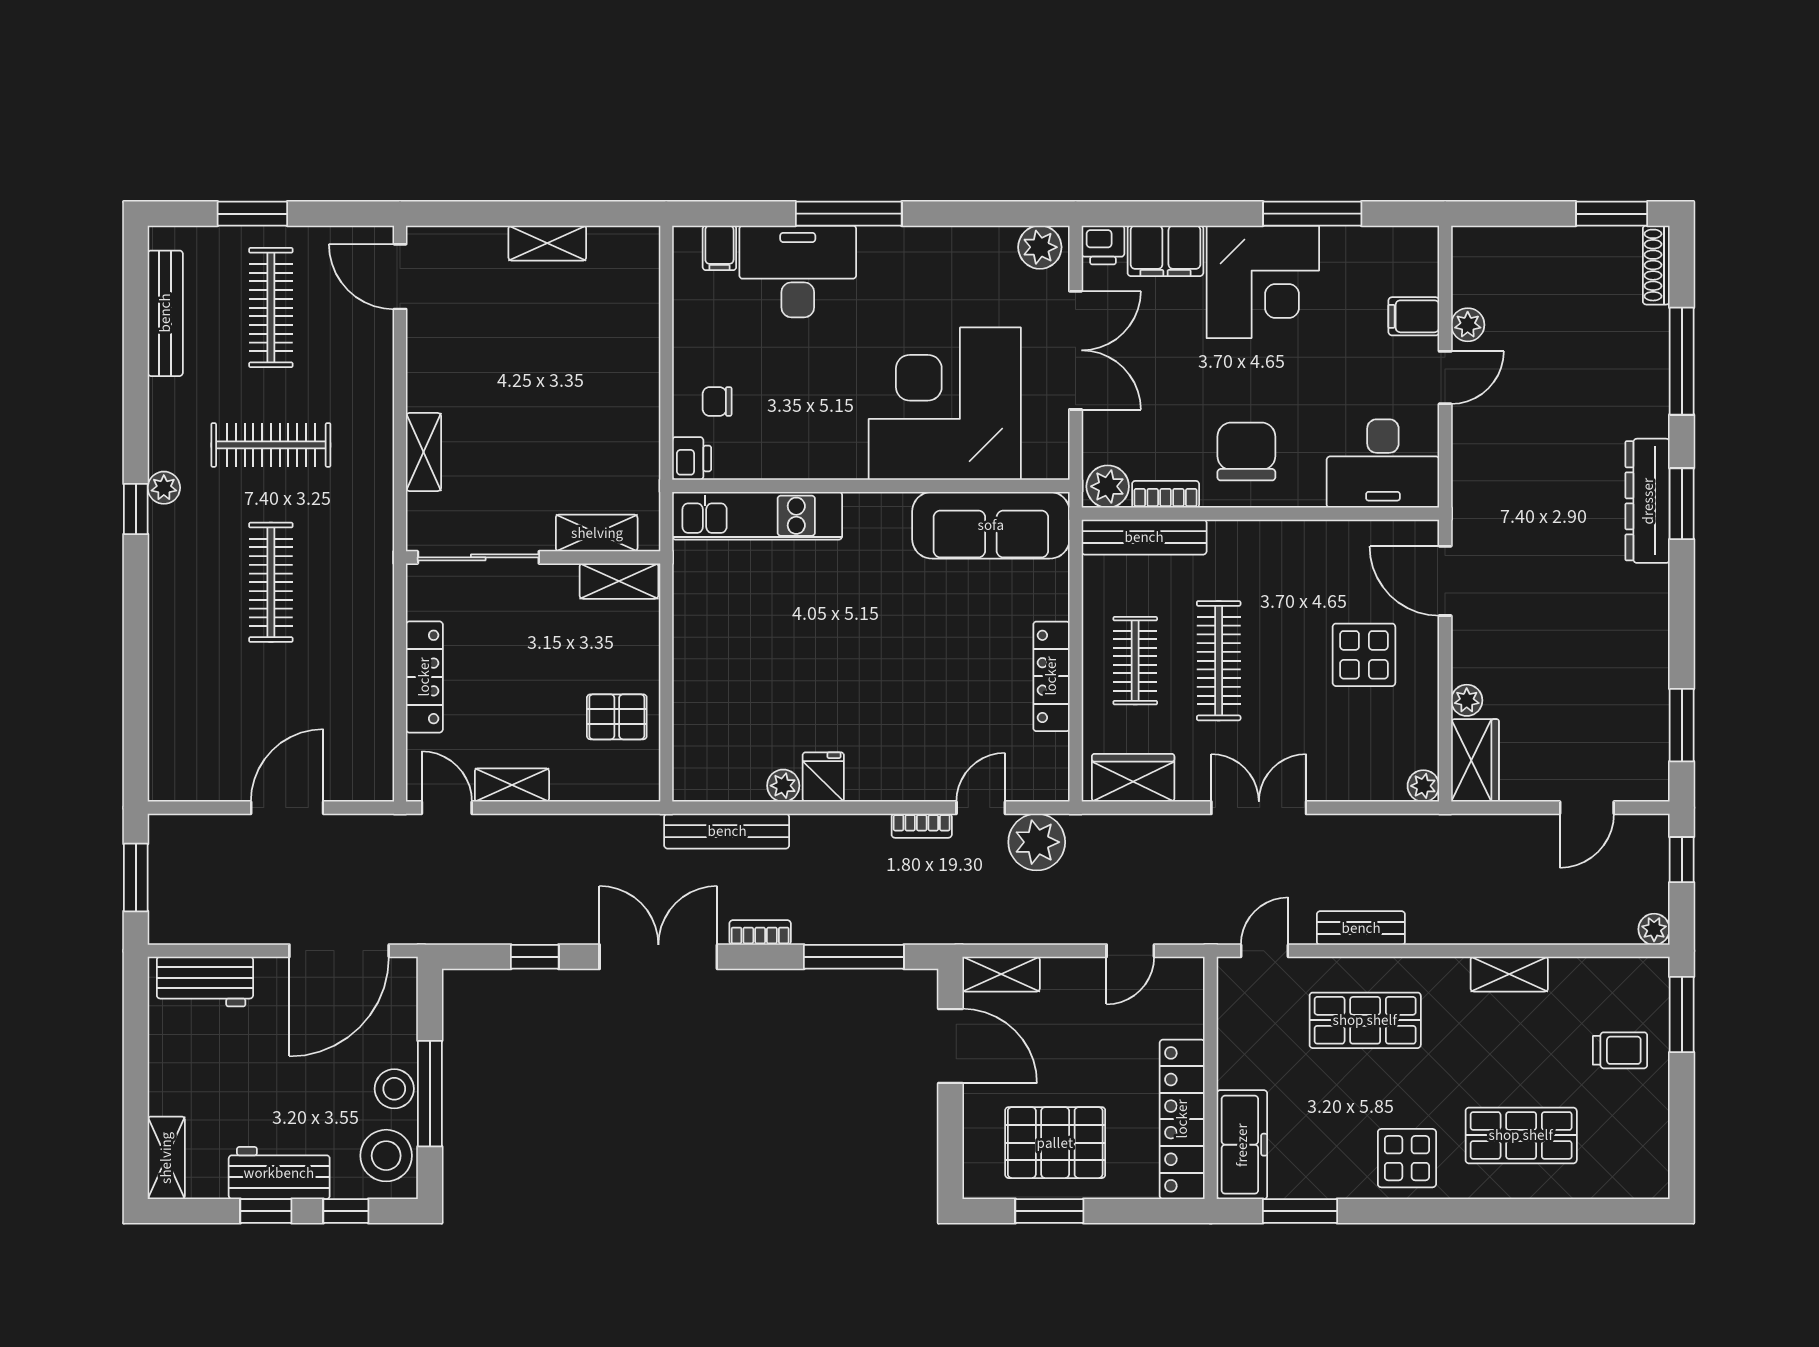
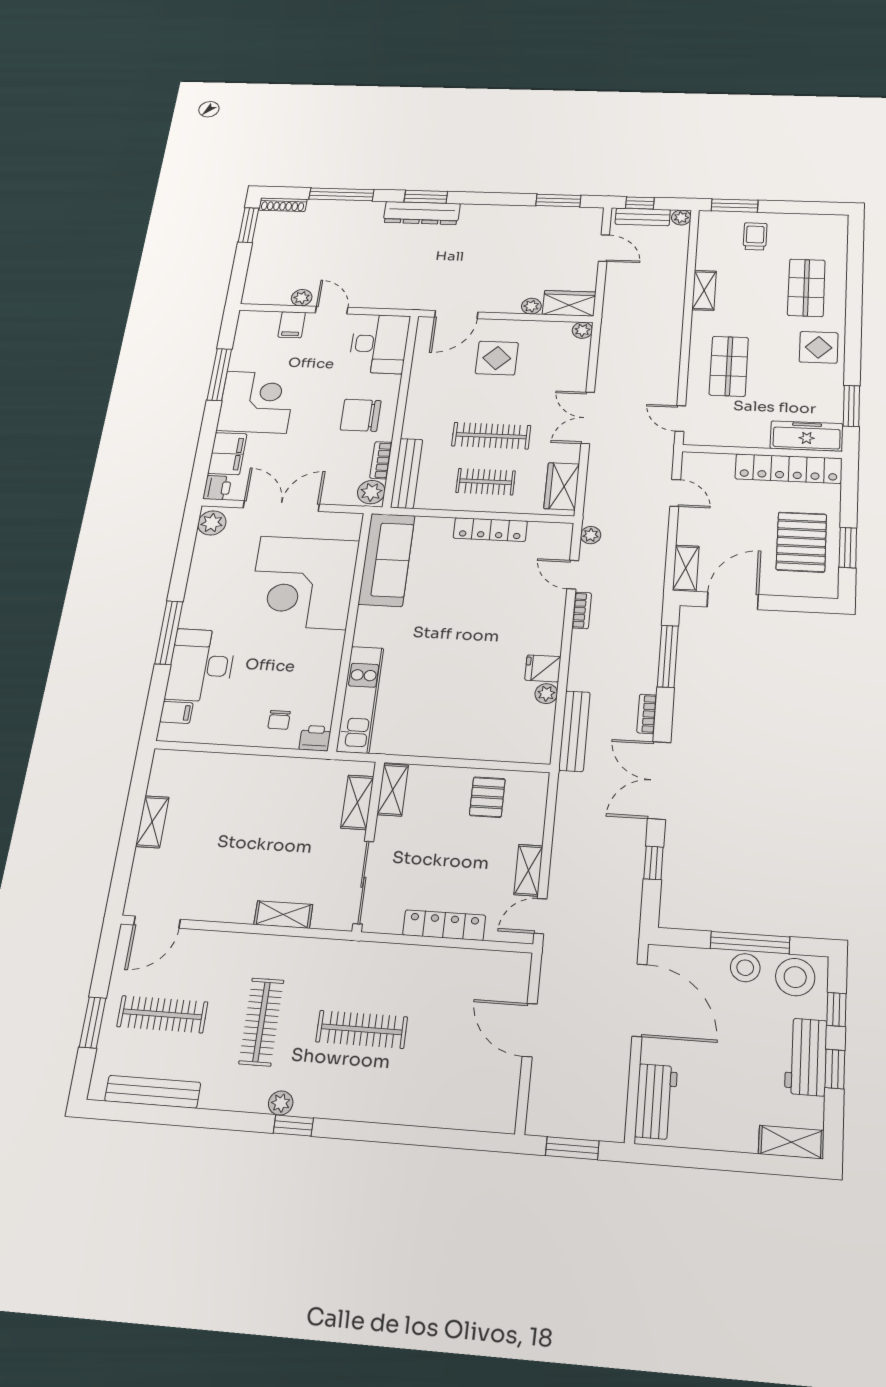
plant: (1037, 842) -> (591, 535), width x0.53, depth x0.53
bench: (1361, 928) -> (643, 217), moved, turned 90

